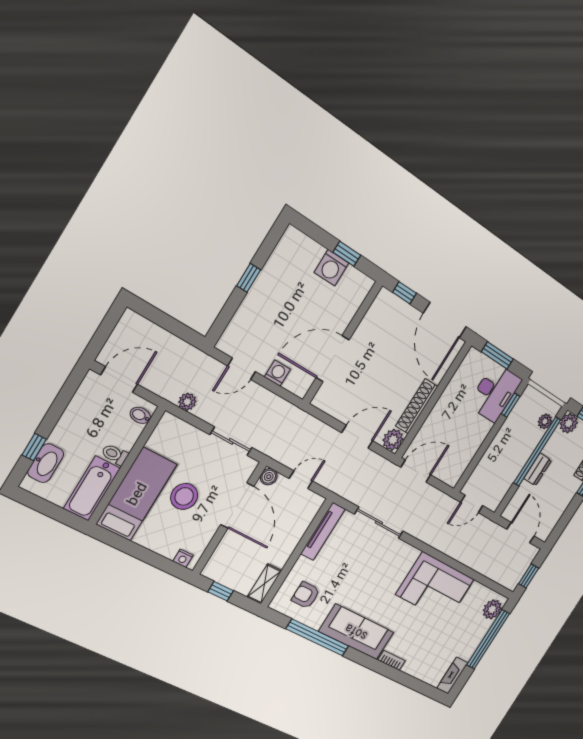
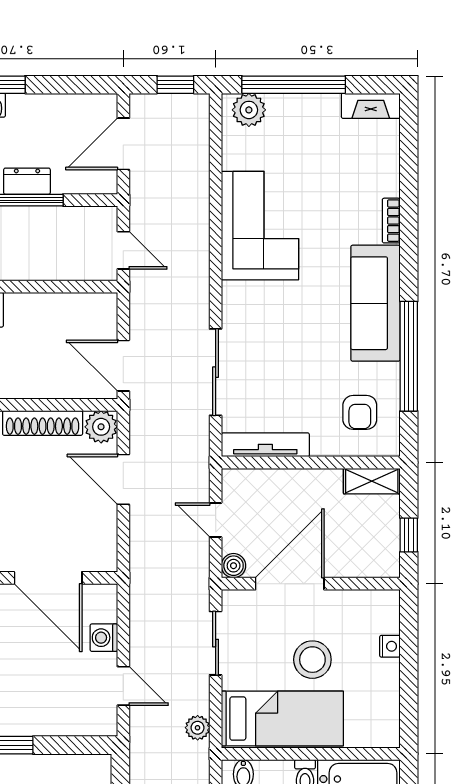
bed: (137, 494) -> (282, 719), moved, turned 180
nightstand: (183, 558) -> (390, 646), moved

